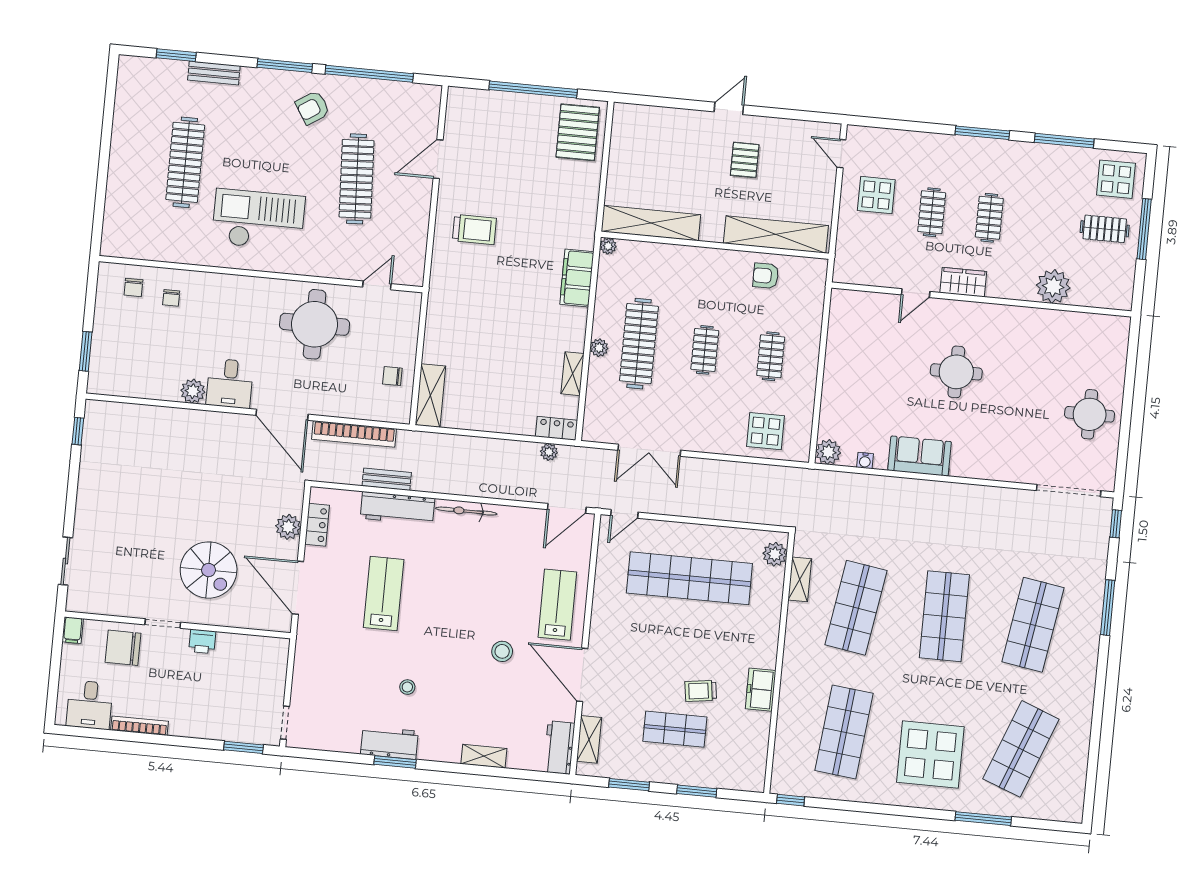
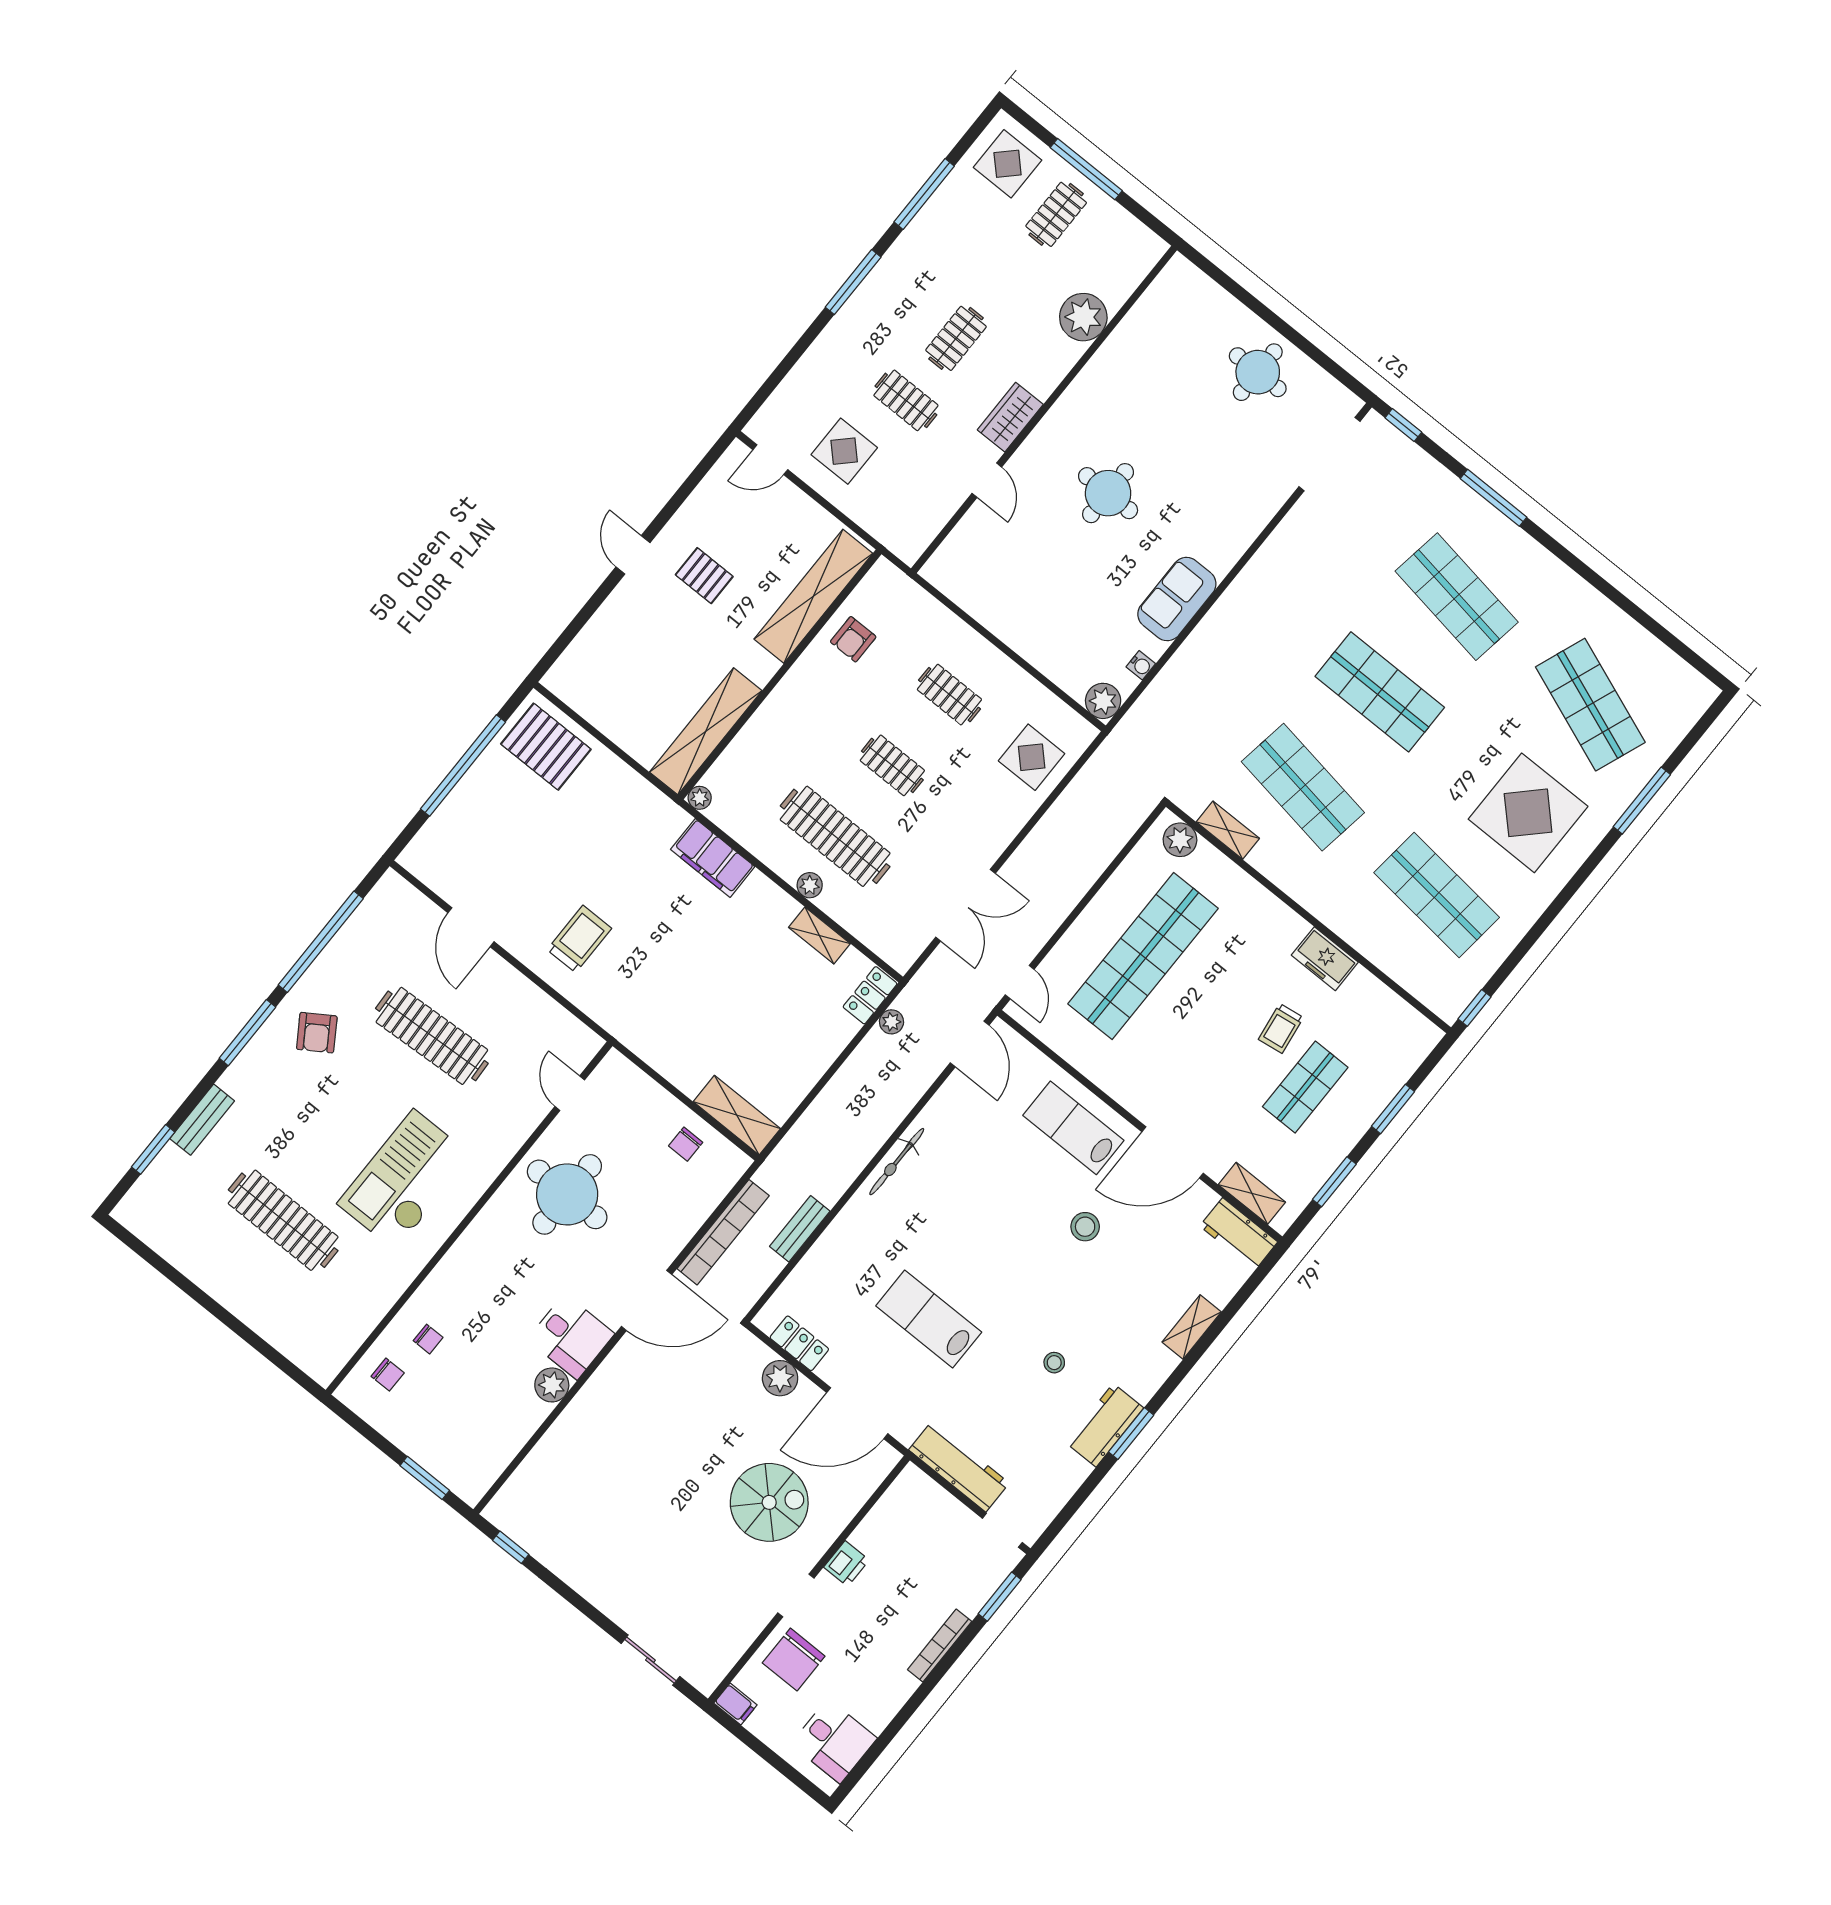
clothes rail: (989, 218) -> (956, 338), turned 90
workbench: (397, 508) -> (959, 1467), moved, turned -90
bookcase: (140, 726) -> (940, 1645), moved

